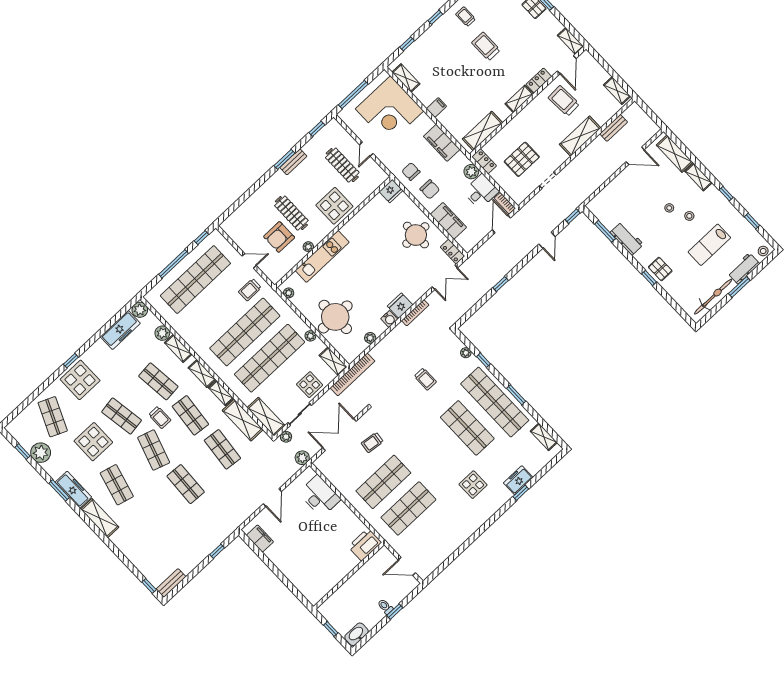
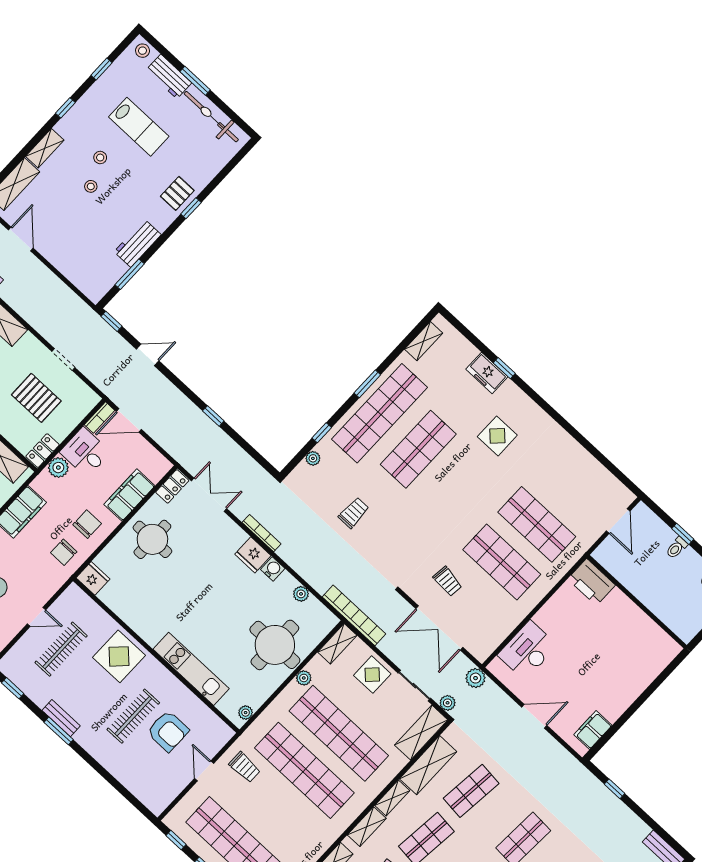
plant: (308, 247) -> (179, 689), removed

